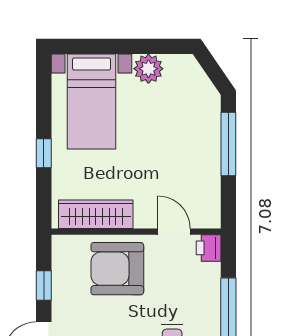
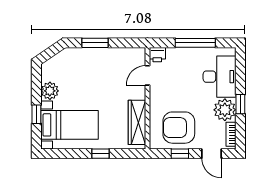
window: (109, 46) -> (36, 114), added
window: (228, 144) -> (95, 43), width x0.69
armchair: (117, 269) -> (179, 128), moved, turned 90

